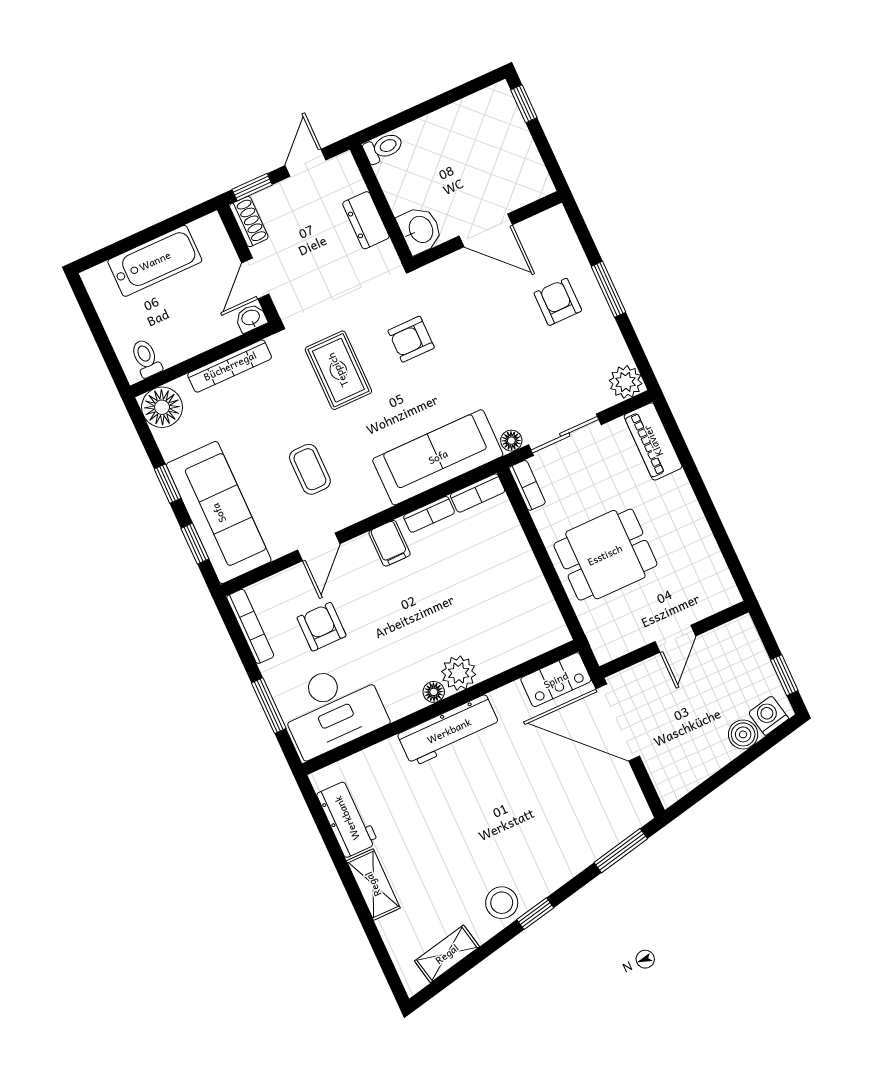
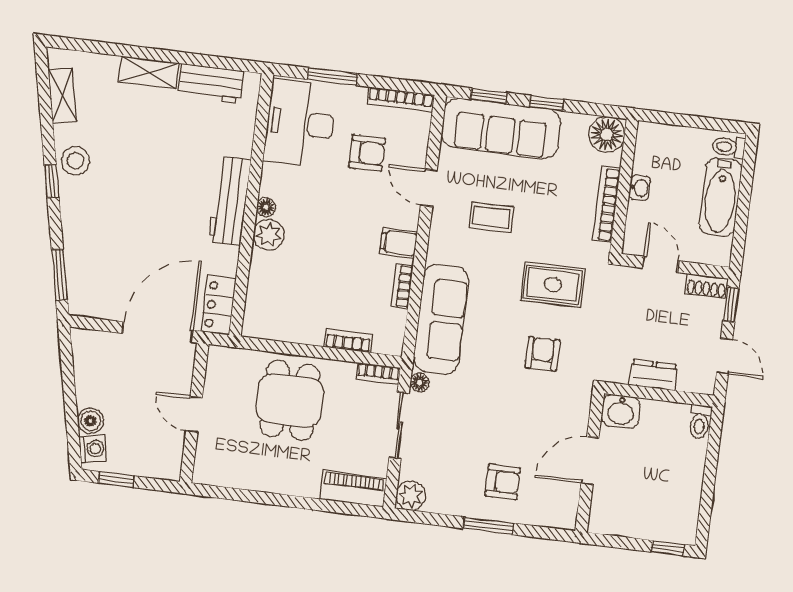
washbasin: (251, 318) -> (640, 188), moved
toilet: (146, 358) -> (729, 147), moved, turned 180
bookcase: (478, 493) -> (348, 341), moved, turned 90

